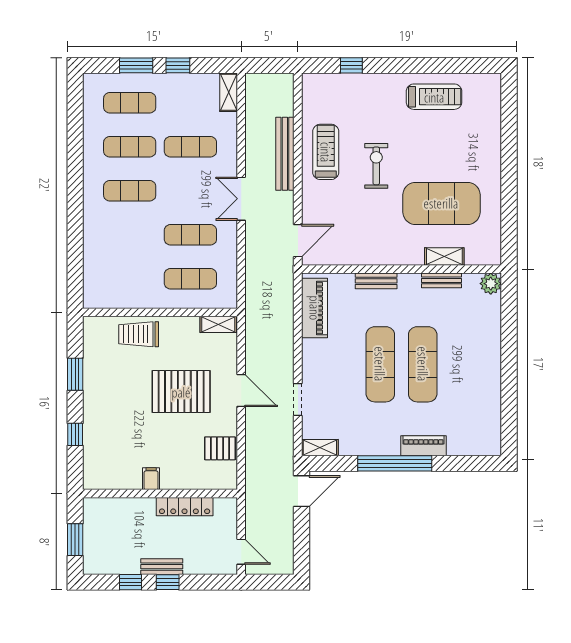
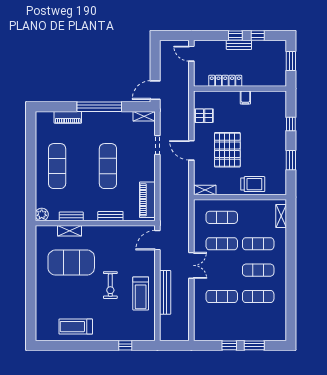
shelving: (229, 92) -> (281, 216), moved
exercise mat: (130, 103) -> (258, 244), moved
exercise mat: (423, 364) -> (57, 166), moved
pallet: (181, 392) -> (227, 150), turned 90
piano: (423, 446) -> (68, 117), moved

